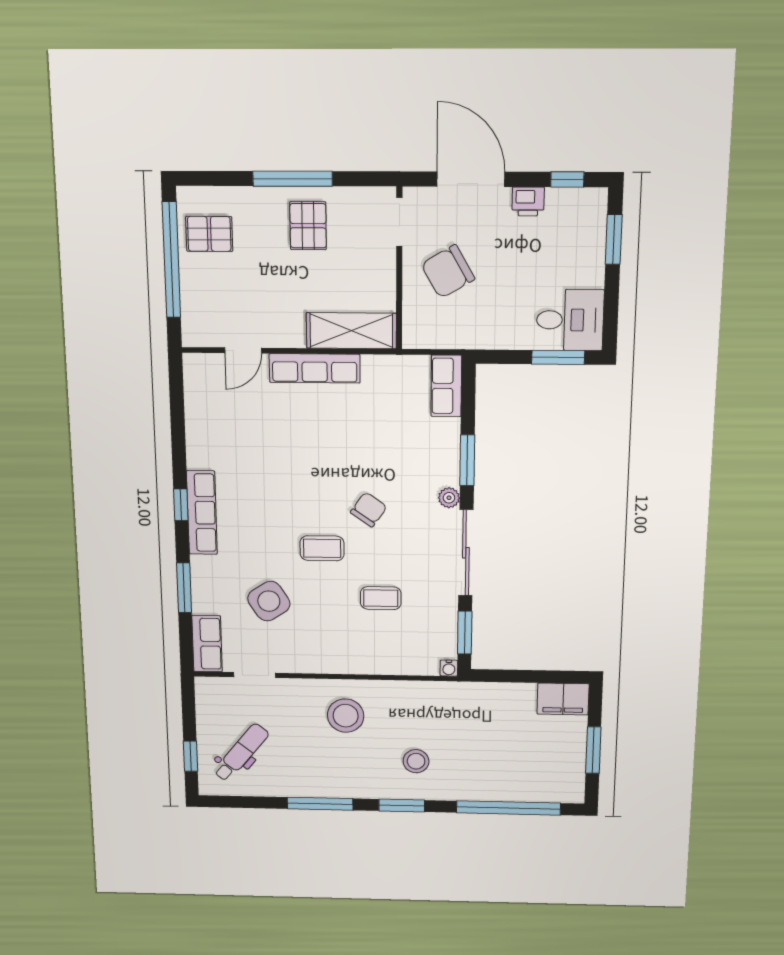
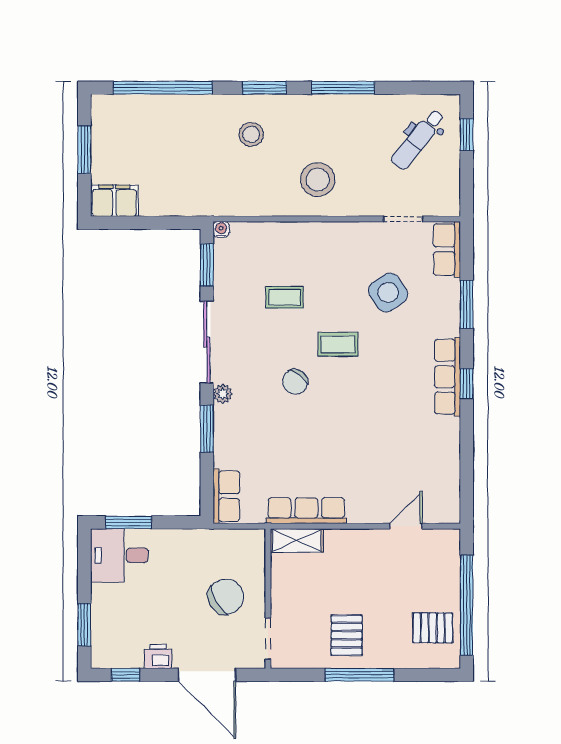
shelving: (351, 331) -> (297, 541), width x0.67, depth x0.75
row of seats: (315, 368) -> (306, 511), moved

